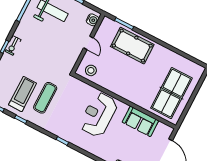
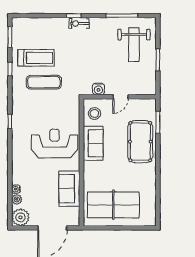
water cooler: (92, 20) -> (98, 89), moved
sofa: (114, 84) -> (93, 143), added

